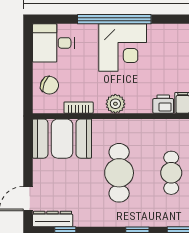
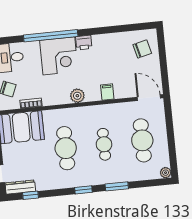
plant: (115, 104) -> (77, 96), moved
printer: (163, 104) -> (84, 43), moved, turned 180

